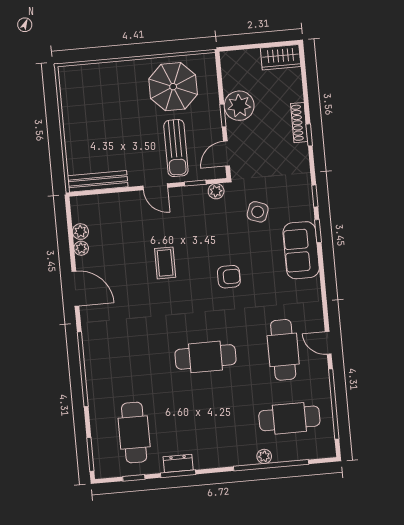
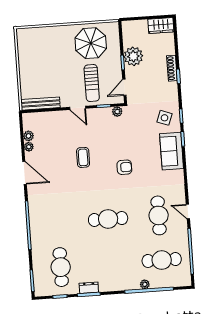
side table: (258, 212) -> (164, 118), moved

